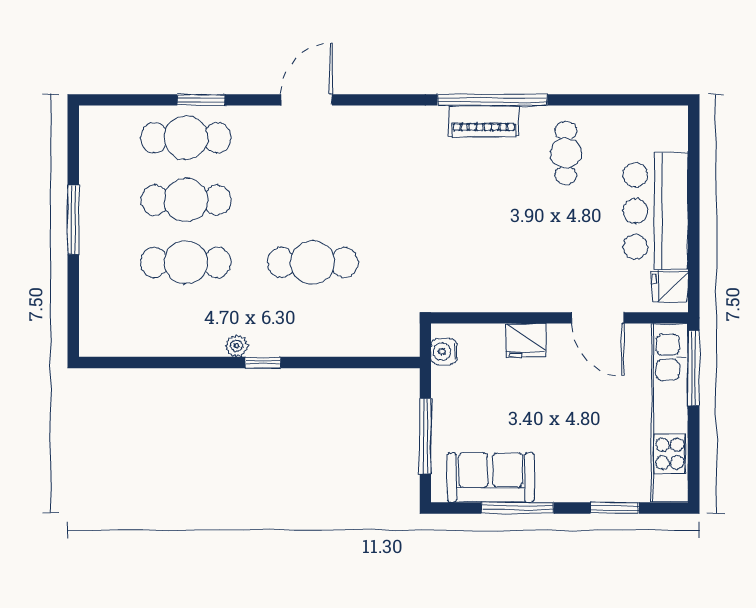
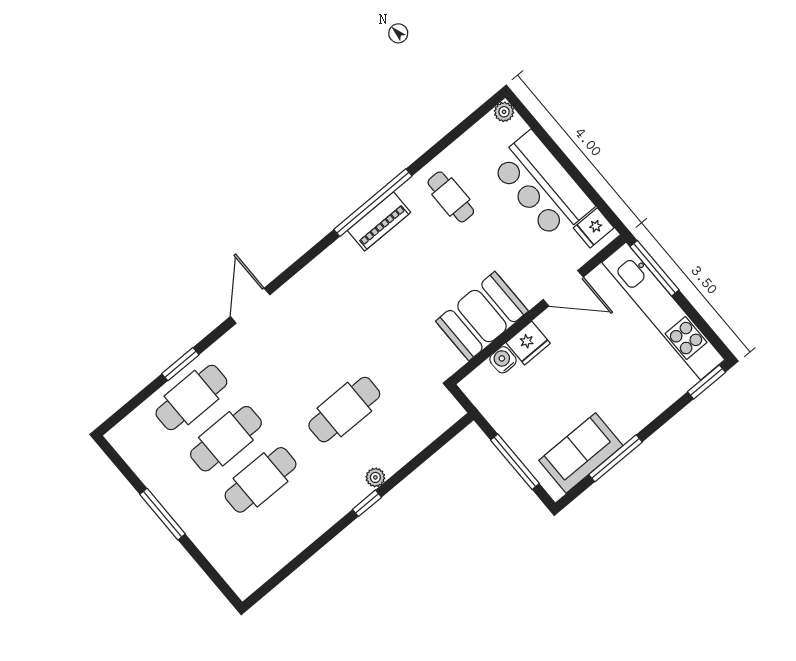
plant: (677, 117) -> (504, 112), added
booth: (505, 282) -> (482, 316), added
plant: (237, 346) -> (375, 477), moved
water cooler: (444, 352) -> (503, 360), moved, turned 90
window: (615, 508) -> (706, 382), moved

